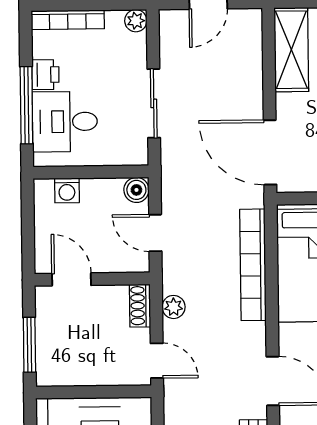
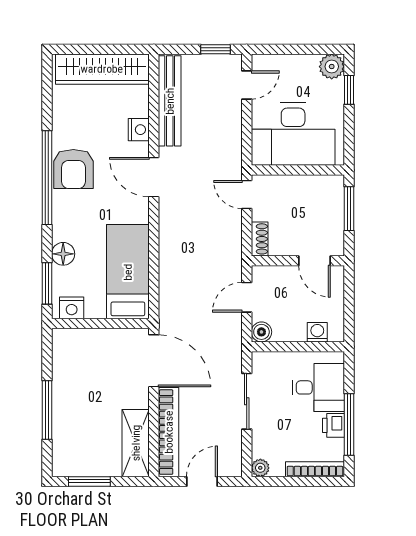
window: (26, 105) -> (349, 425), moved
door: (155, 233) -> (247, 297), swing flipped
bookcase: (253, 265) -> (169, 432), moved
plant: (174, 307) -> (233, 238), removed

